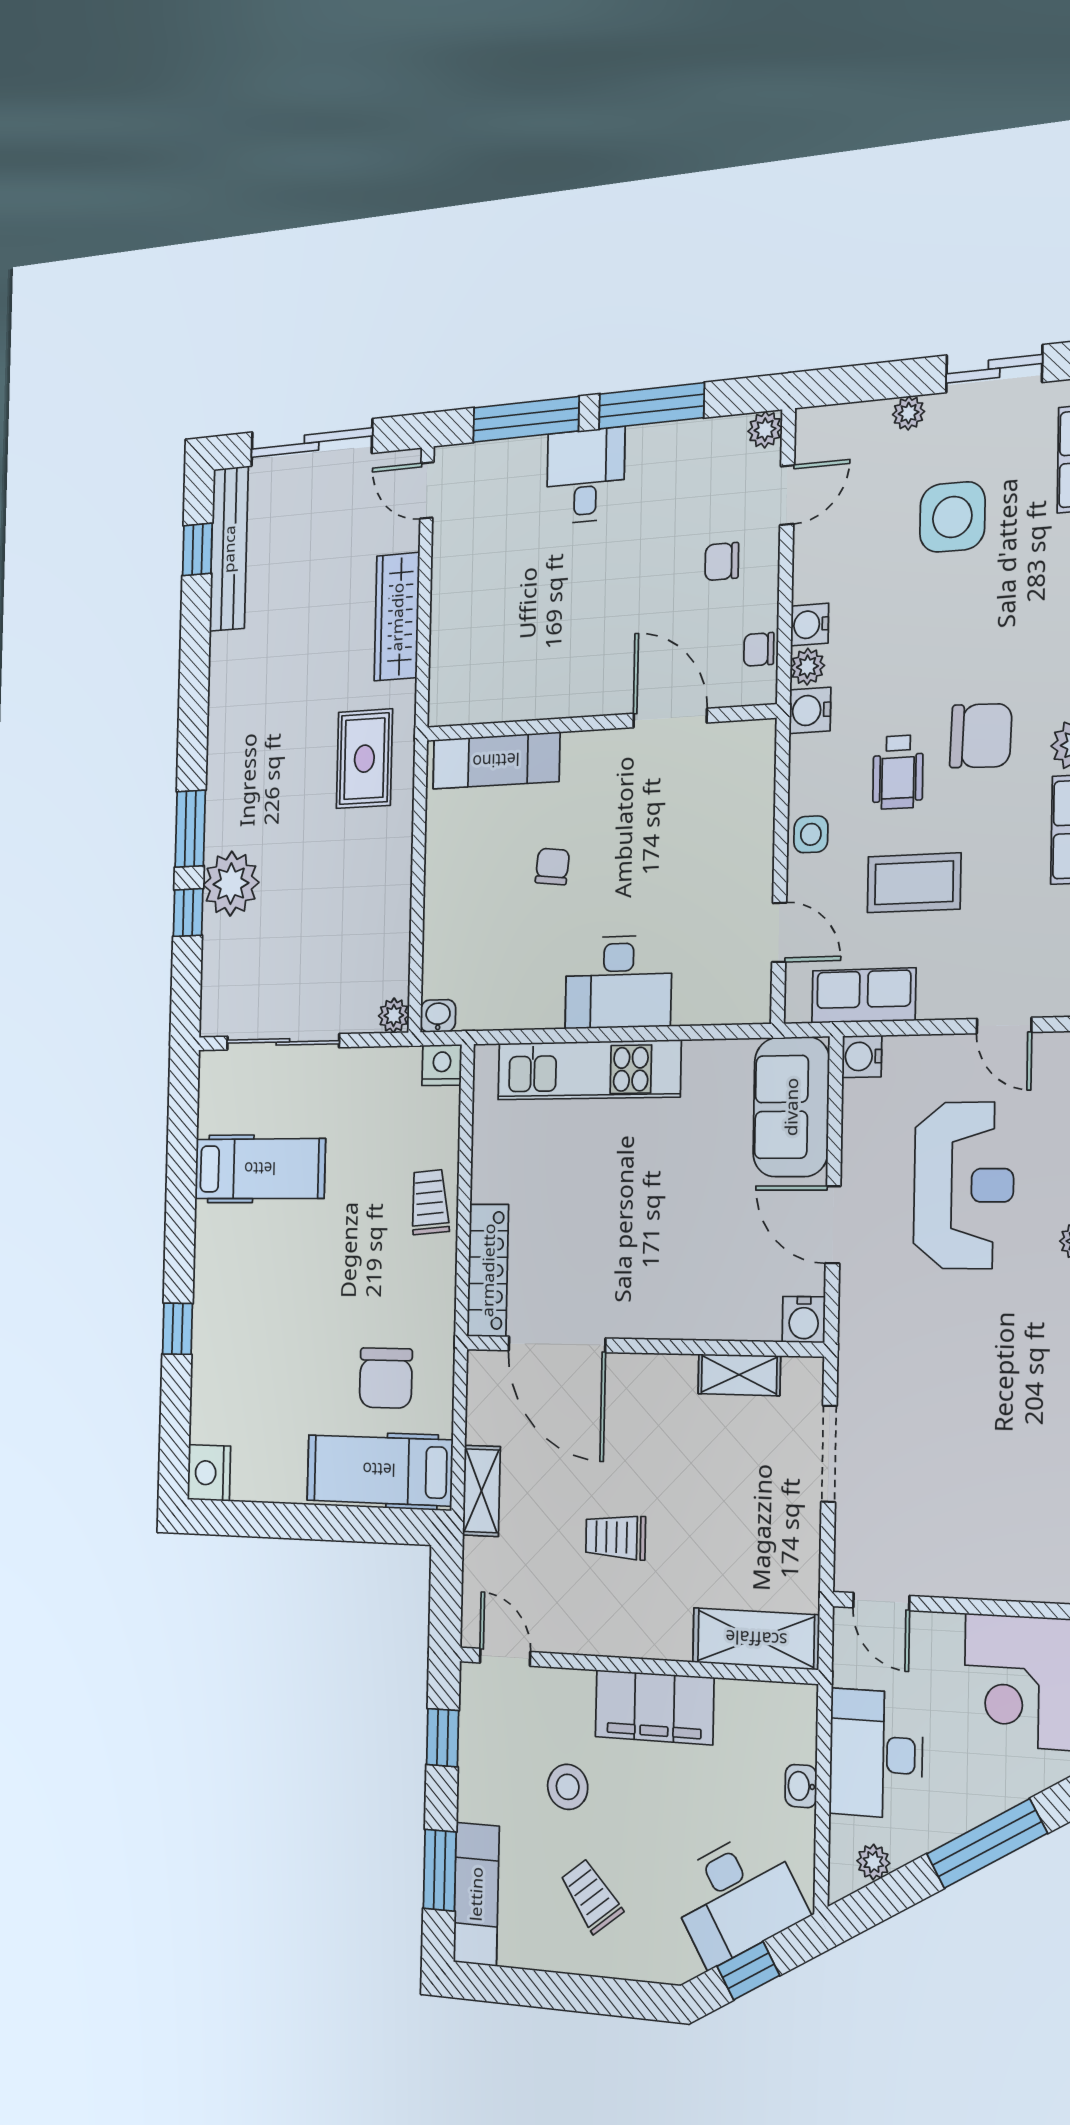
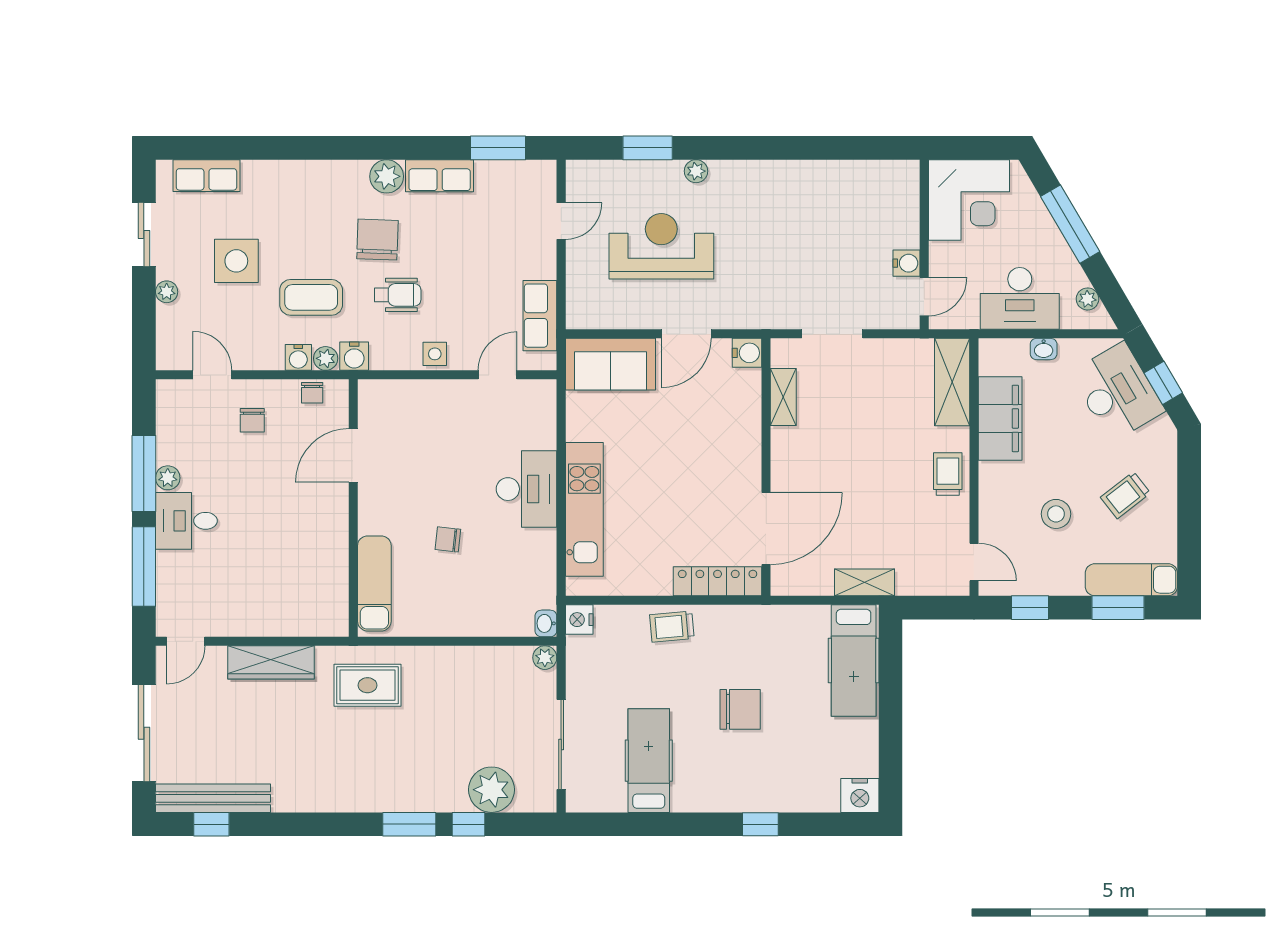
plant: (765, 430) -> (168, 478), moved
coffee table: (914, 883) -> (311, 297), moved, turned 90
plant: (231, 884) -> (492, 790), moved
water cooler: (862, 1056) -> (906, 263), moved, turned -90
chair: (386, 1378) -> (740, 709), moved
trolley: (616, 1537) -> (948, 474), moved, turned 180
door: (505, 1657) -> (974, 562), swing flipped
filing cabinet: (654, 1707) -> (1000, 418), moved

